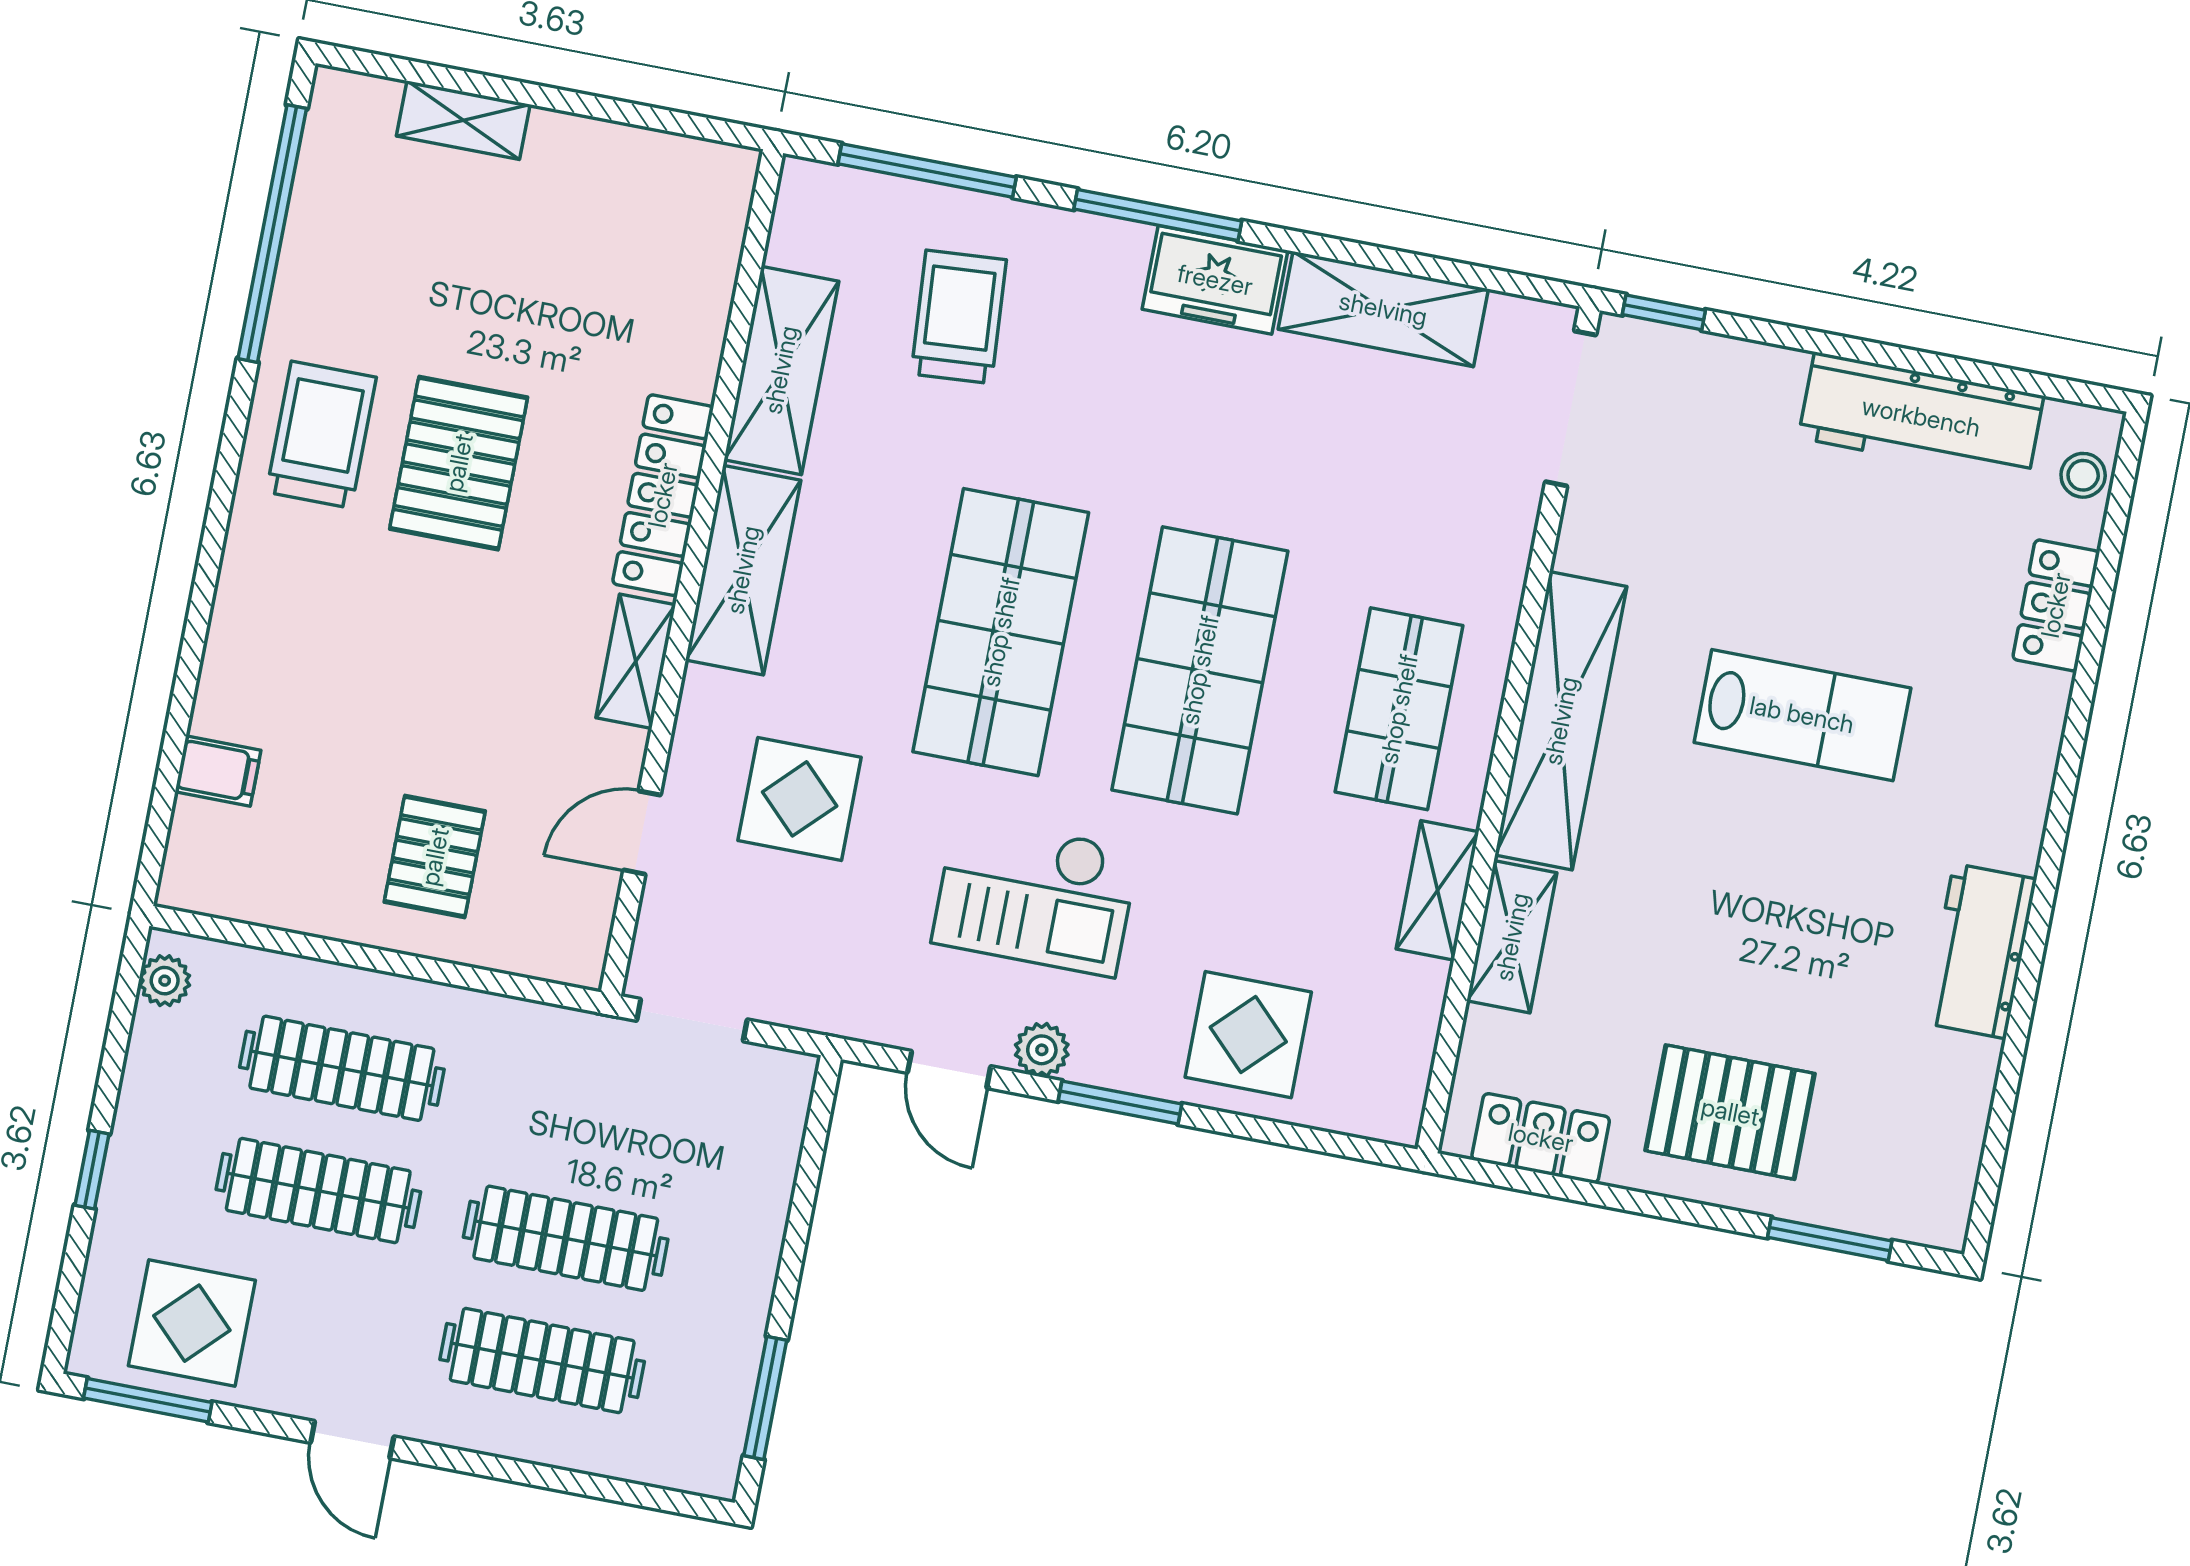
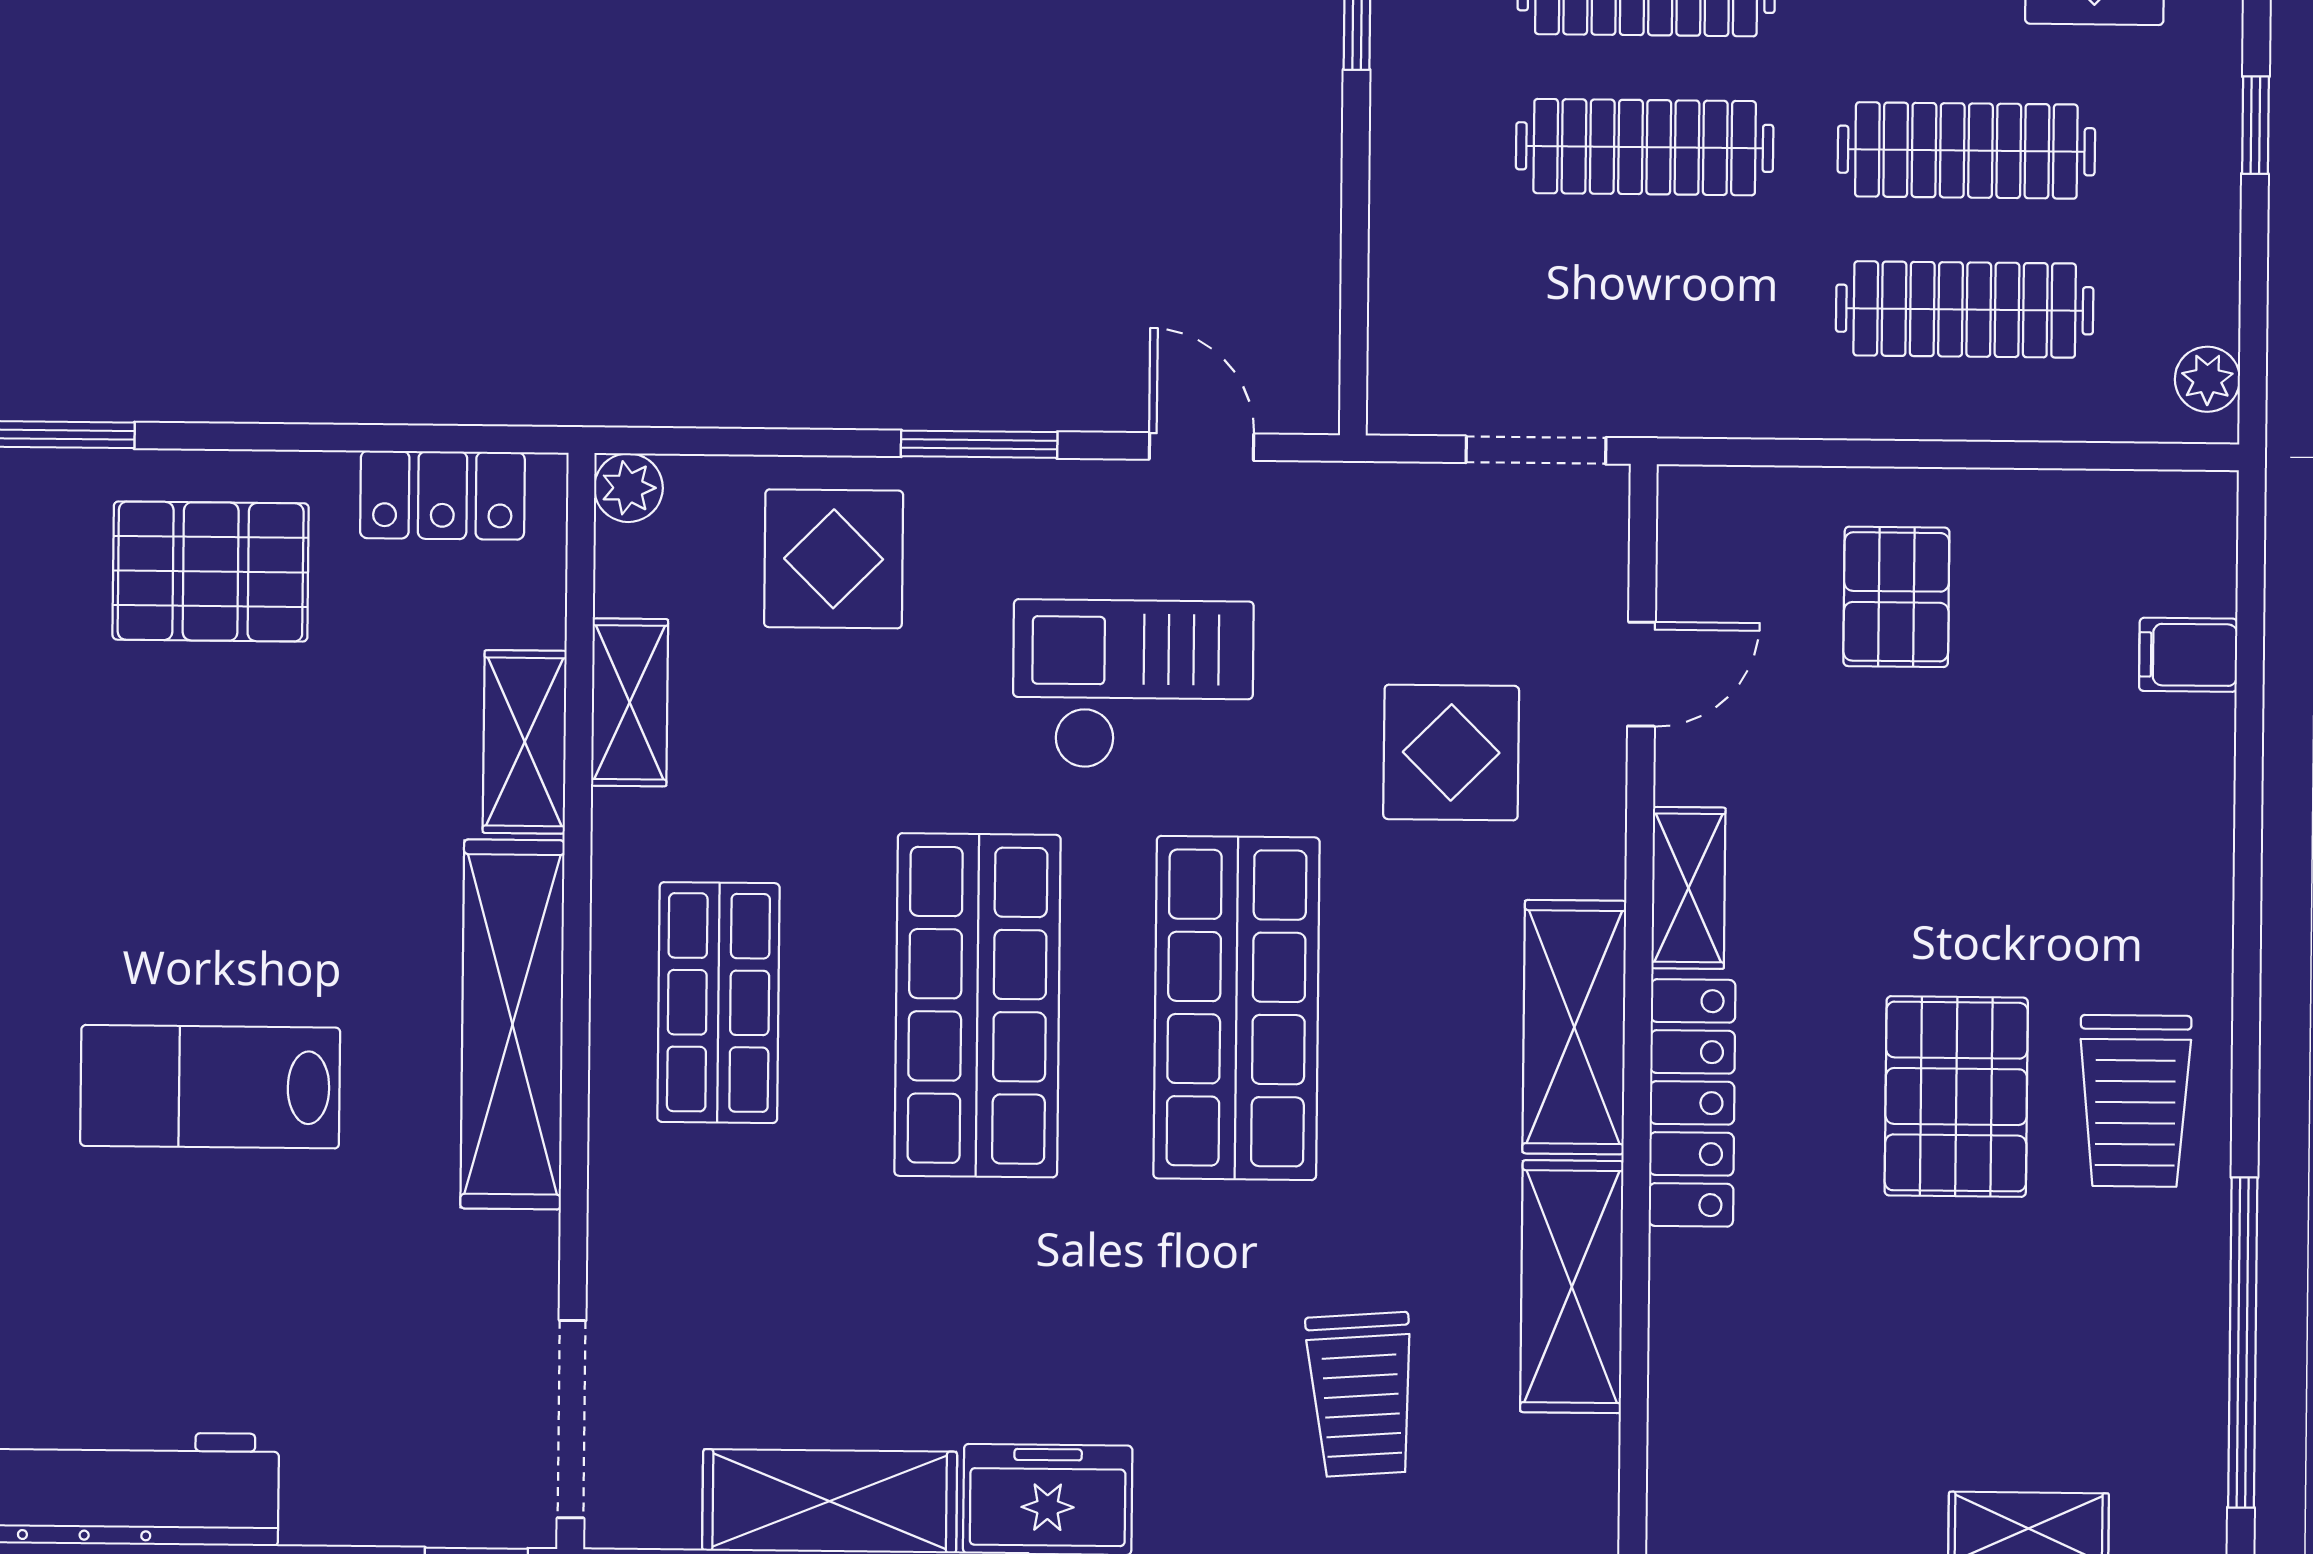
shelving: (1438, 890) -> (630, 702), moved
plant: (1042, 1050) -> (628, 488), moved

